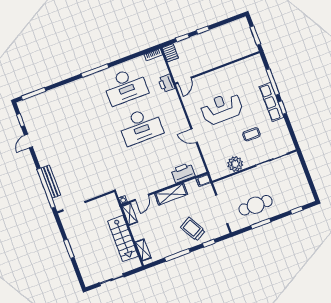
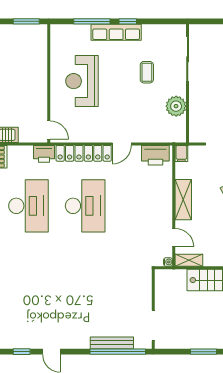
reception desk: (222, 108) -> (82, 81), moved
locker: (177, 111) -> (84, 153), added
printer: (183, 173) -> (155, 155), moved, turned -90

